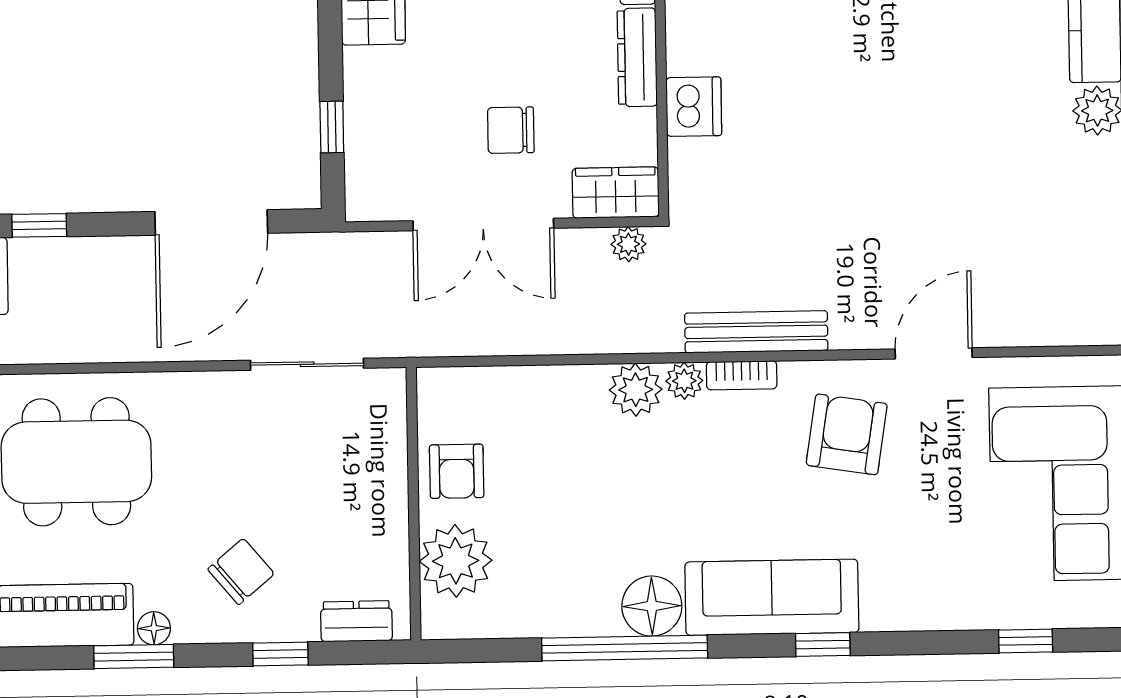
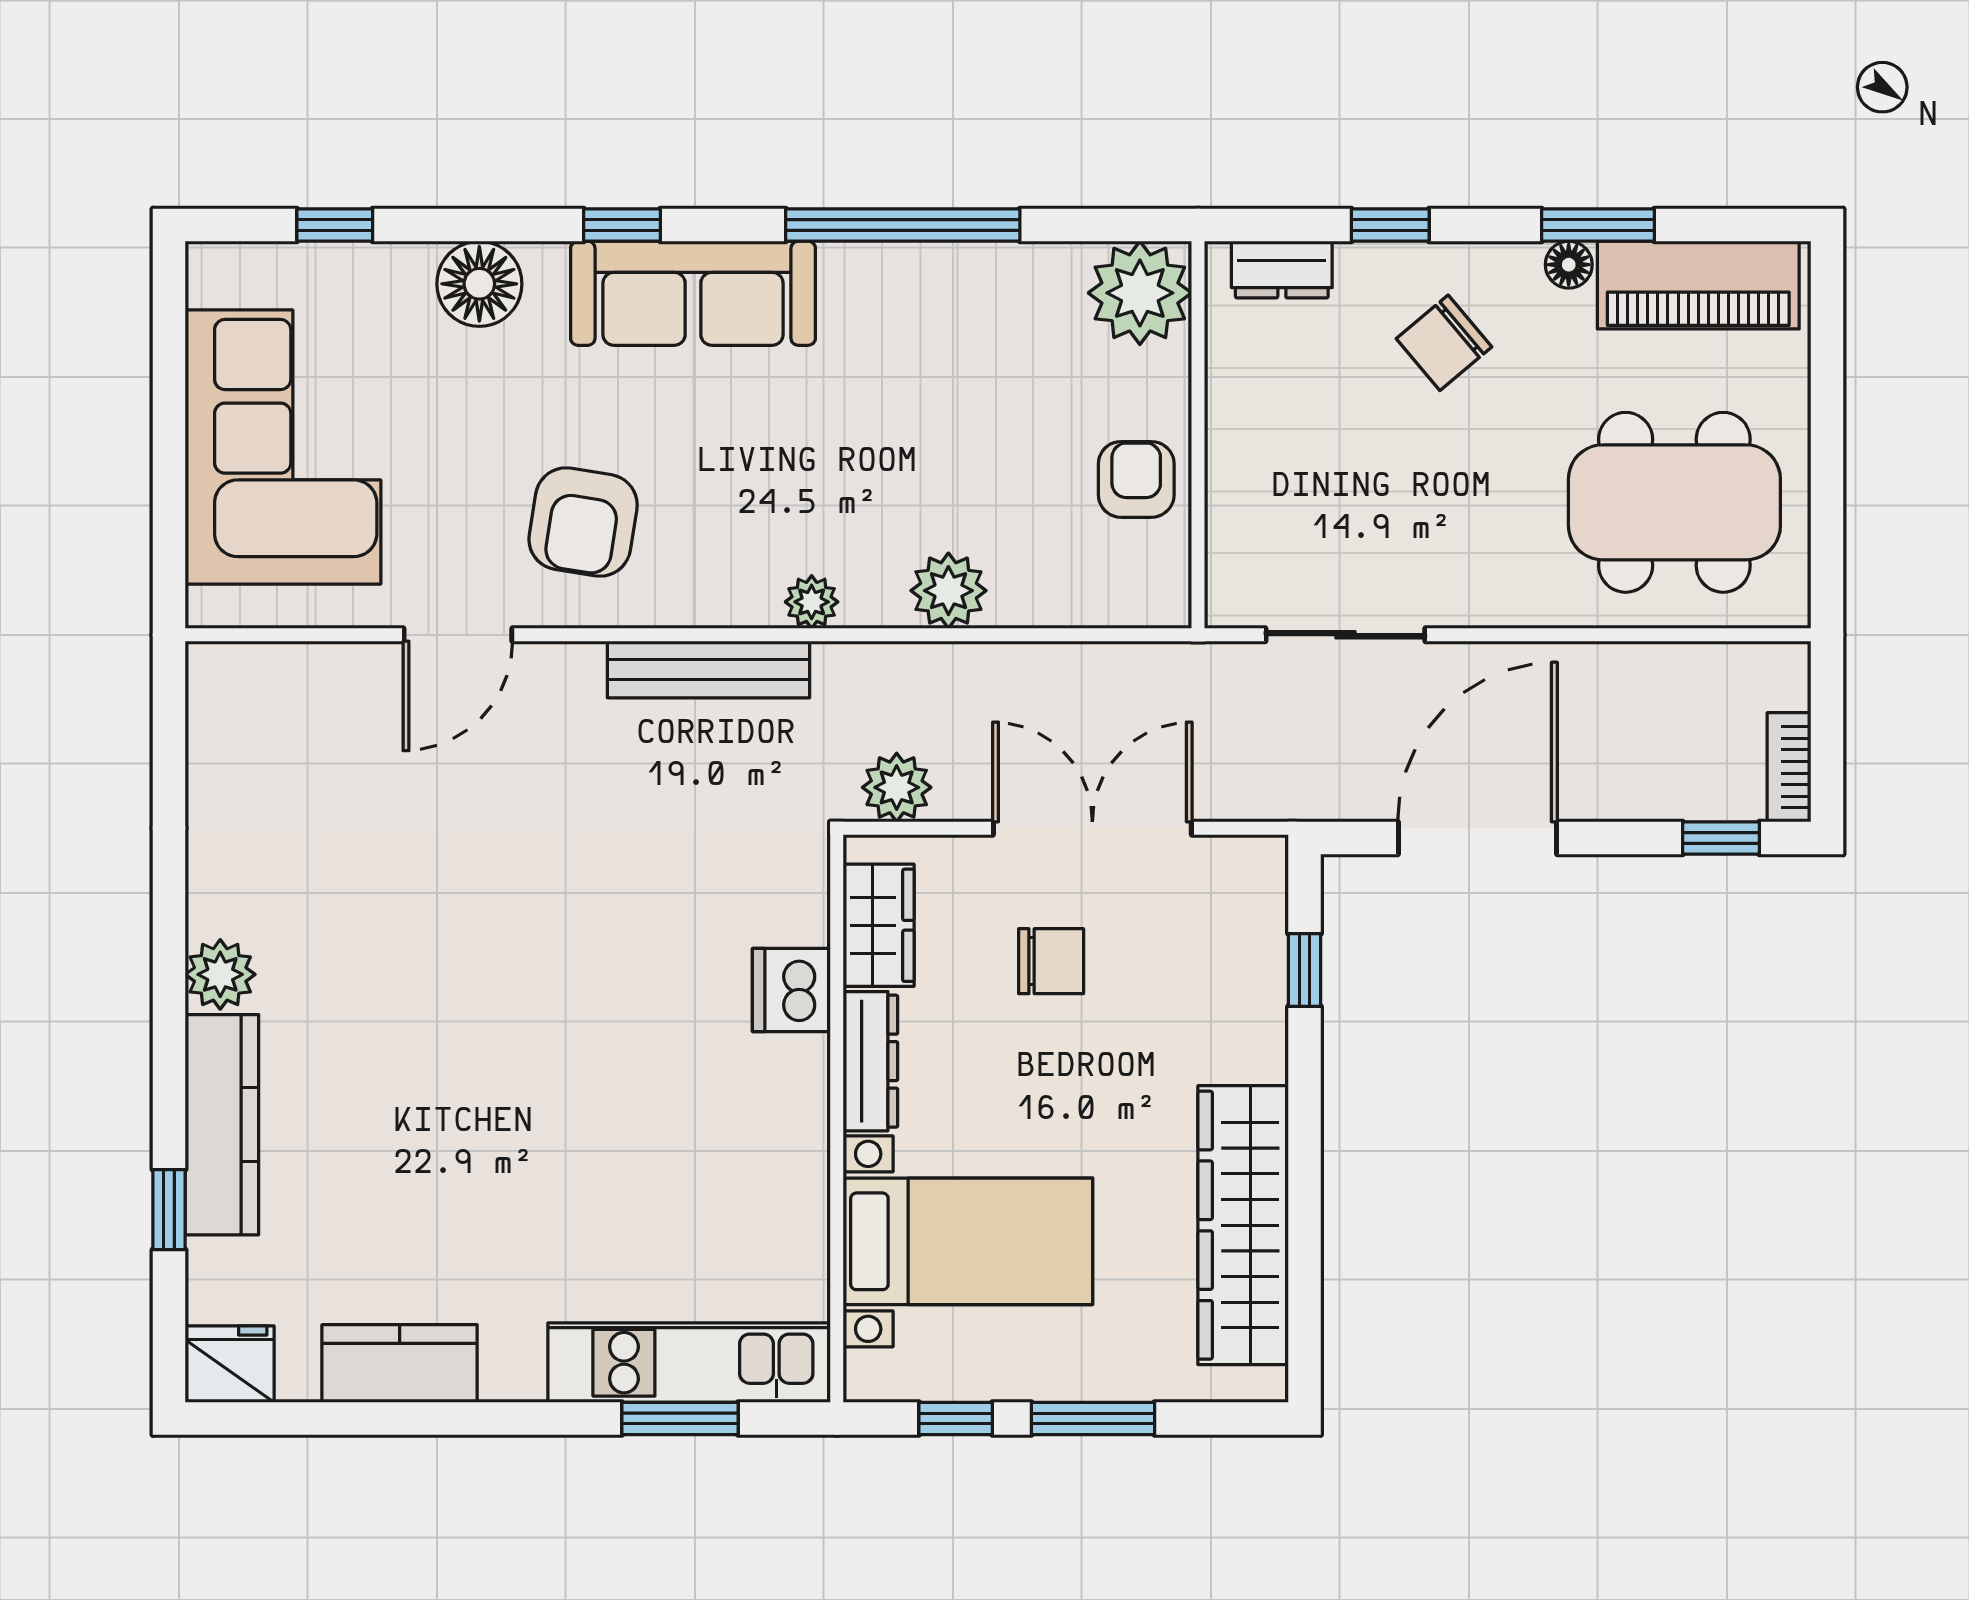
wardrobe: (616, 193) -> (879, 925), moved, turned -90
plant: (628, 244) -> (897, 787), width x1.38, depth x1.38
bookcase: (742, 375) -> (730, 608), removed
plant: (636, 390) -> (948, 591), moved
plant: (456, 561) -> (1140, 293), moved
floor lamp: (652, 606) -> (479, 284), moved

